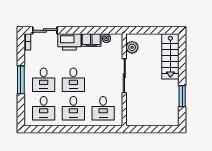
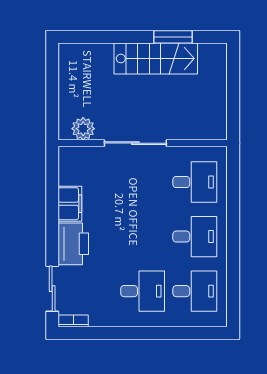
plant: (106, 38) -> (67, 176), removed
stairs: (170, 56) -> (156, 58), moved
window: (21, 80) -> (143, 333), removed
desk: (73, 80) -> (143, 237), removed

